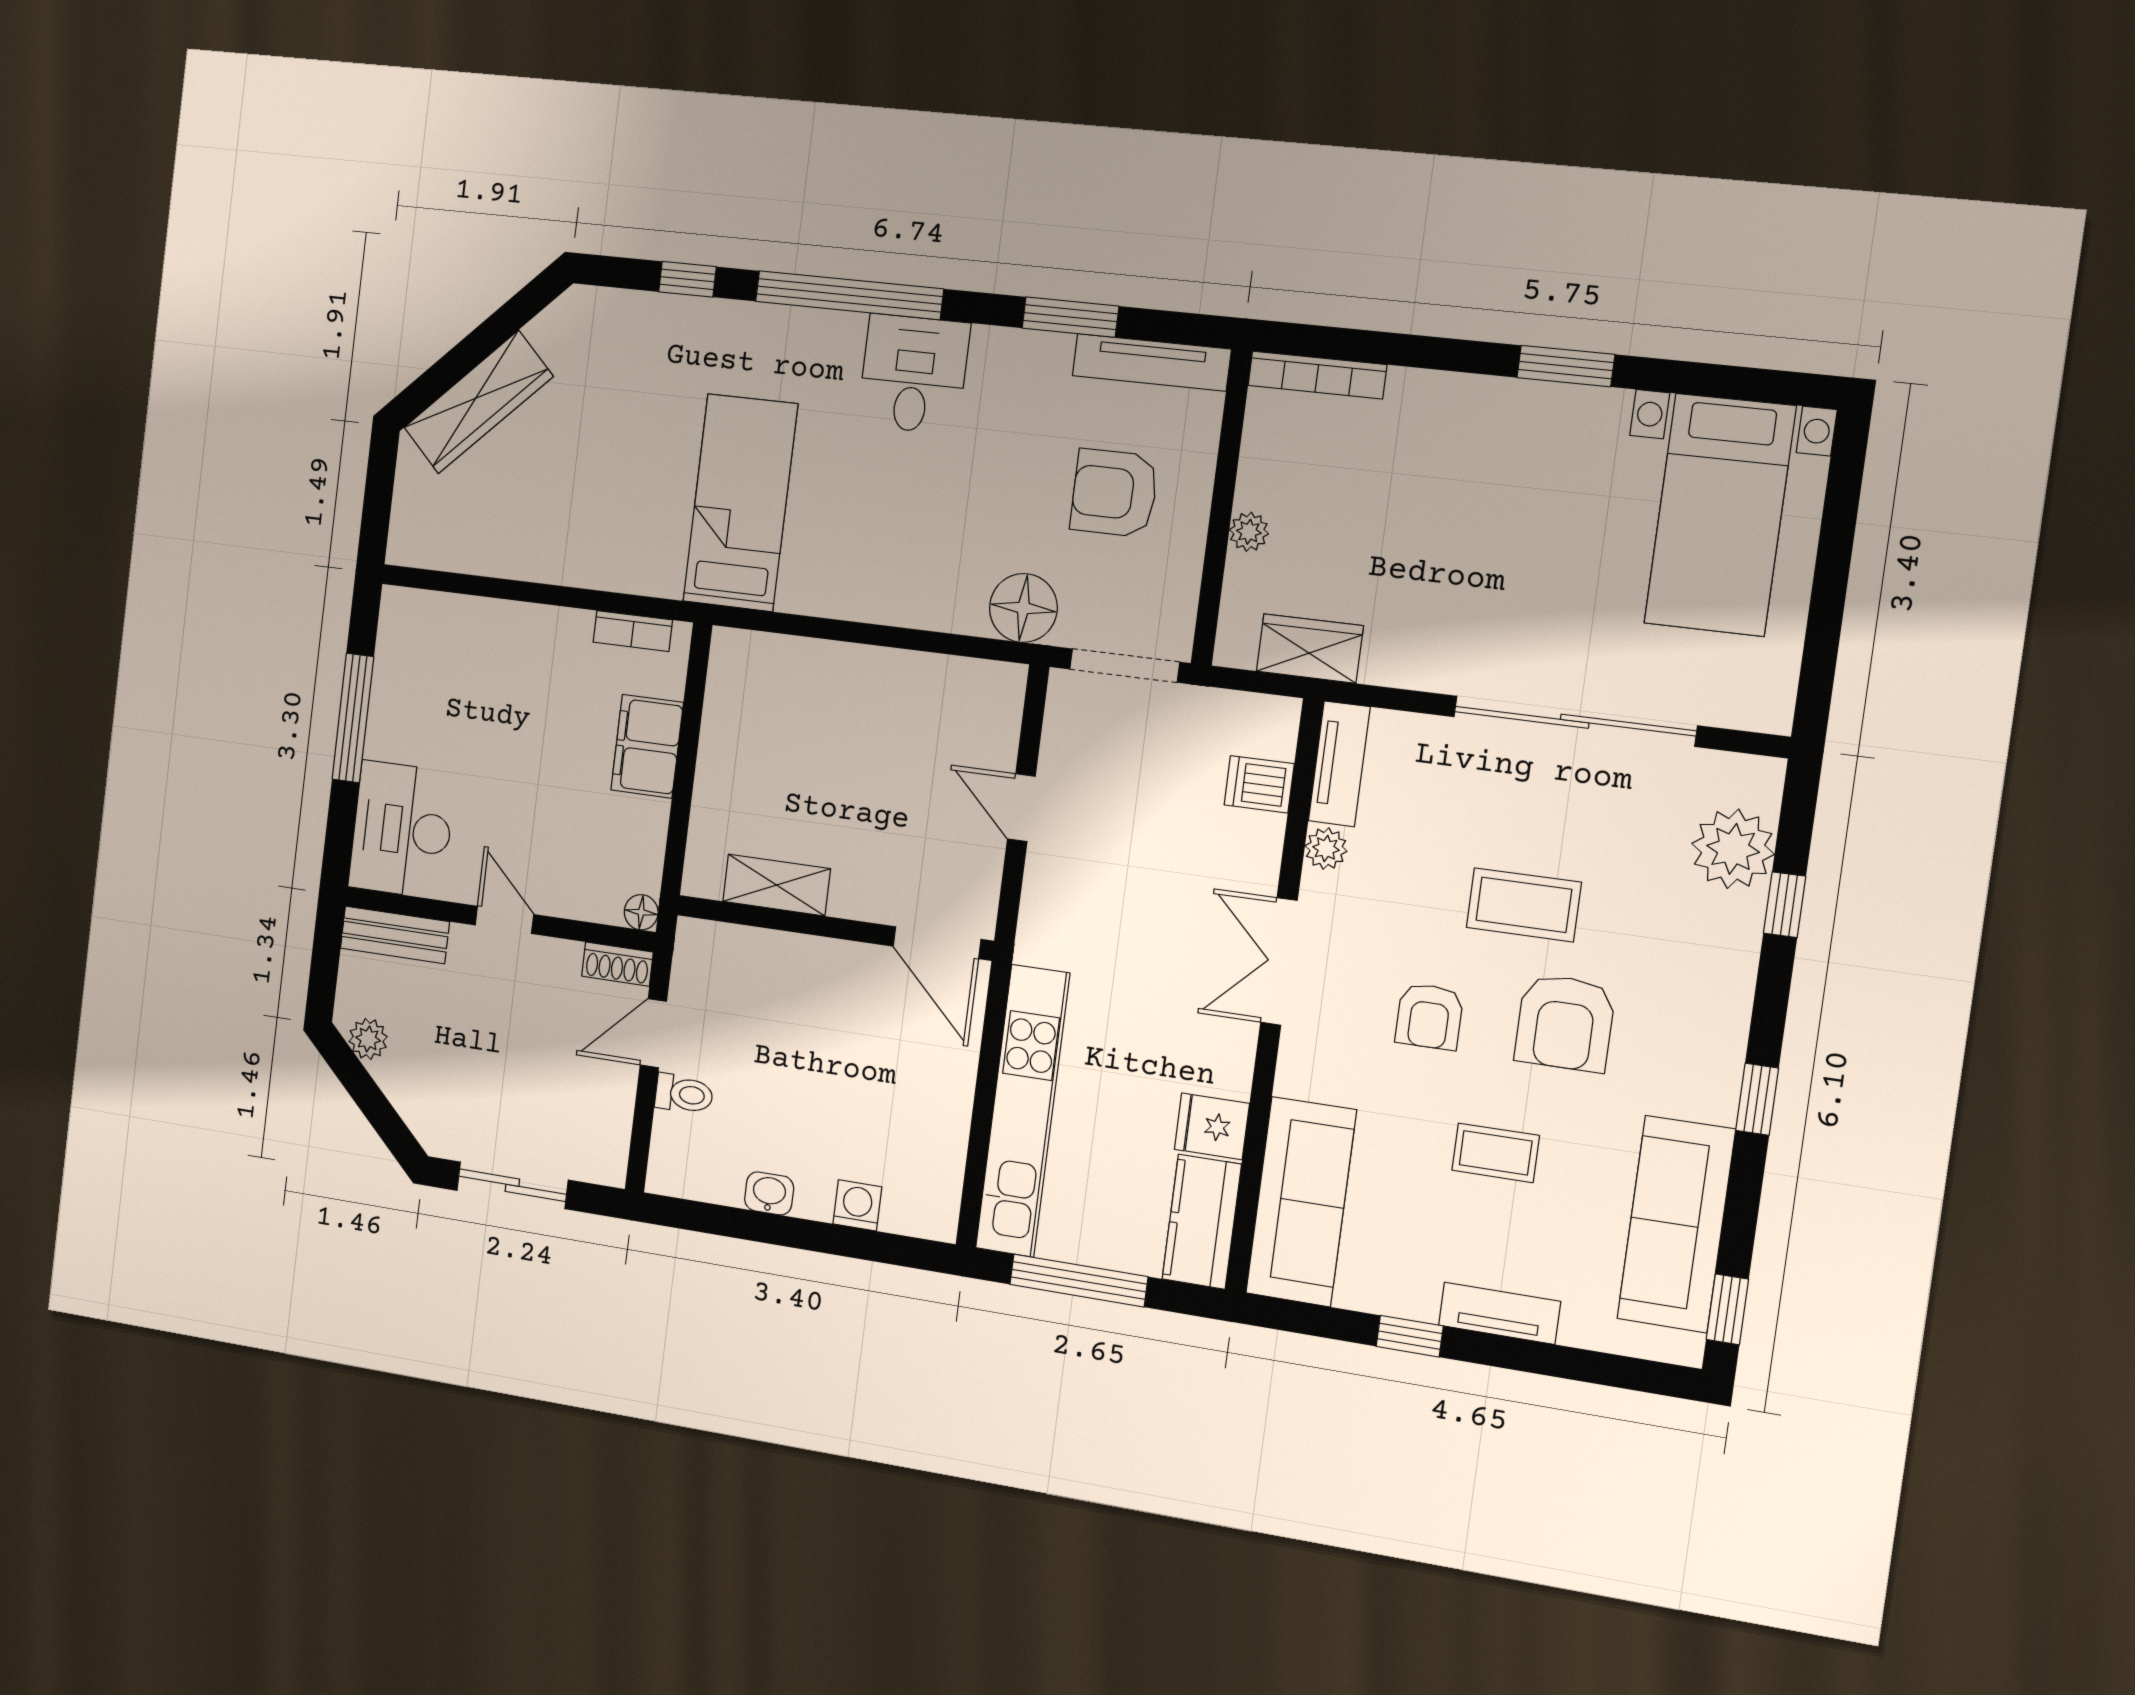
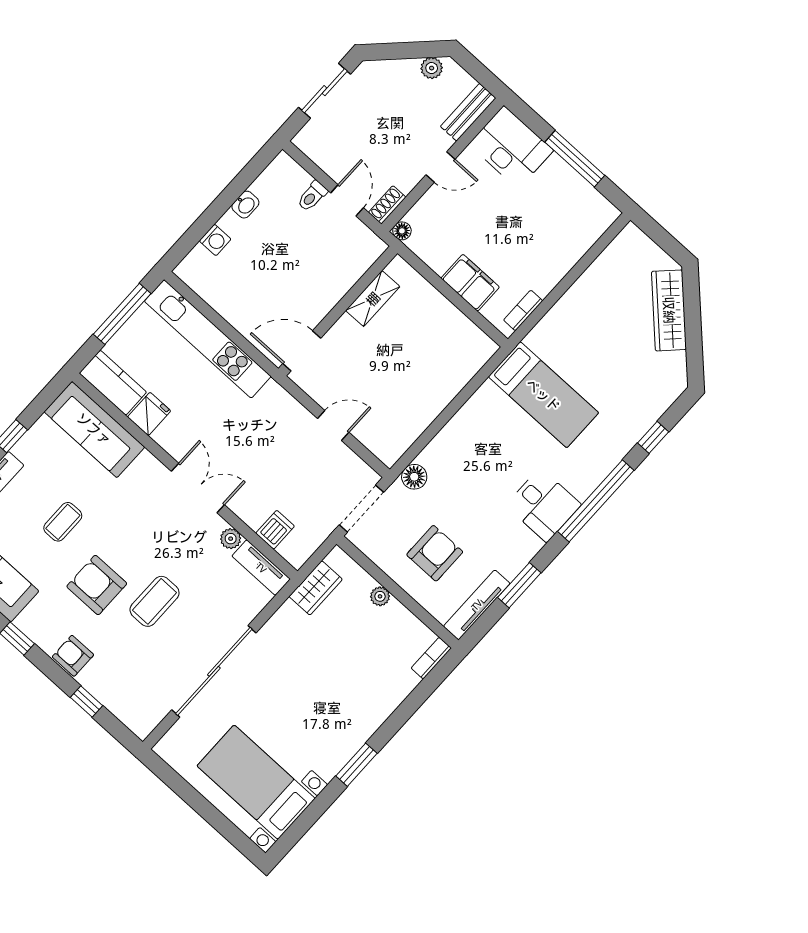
bookcase: (1317, 375) -> (431, 658), width x0.64
floor lamp: (1023, 608) -> (414, 477), width x0.73, depth x0.73
plant: (1733, 849) -> (122, 697), removed
armchair: (1429, 1016) -> (73, 656), moved

